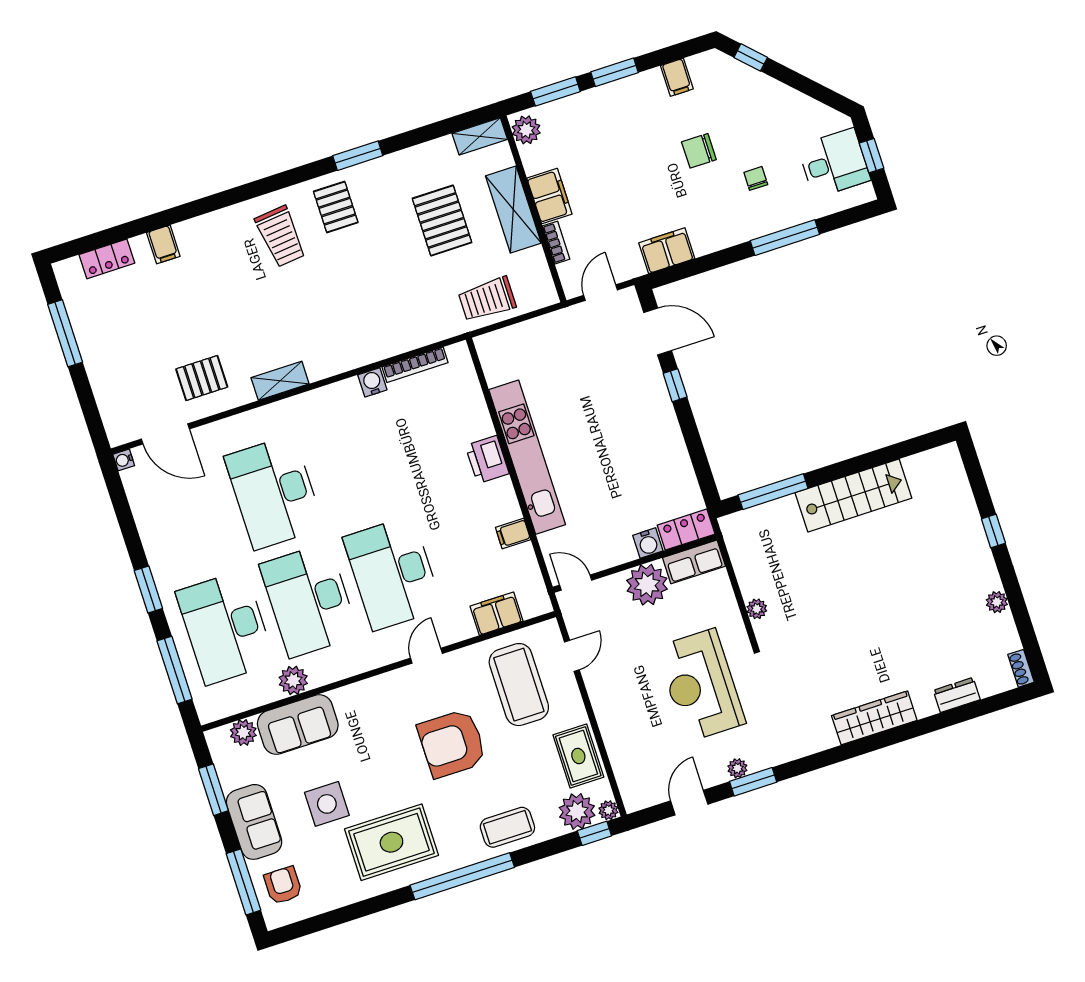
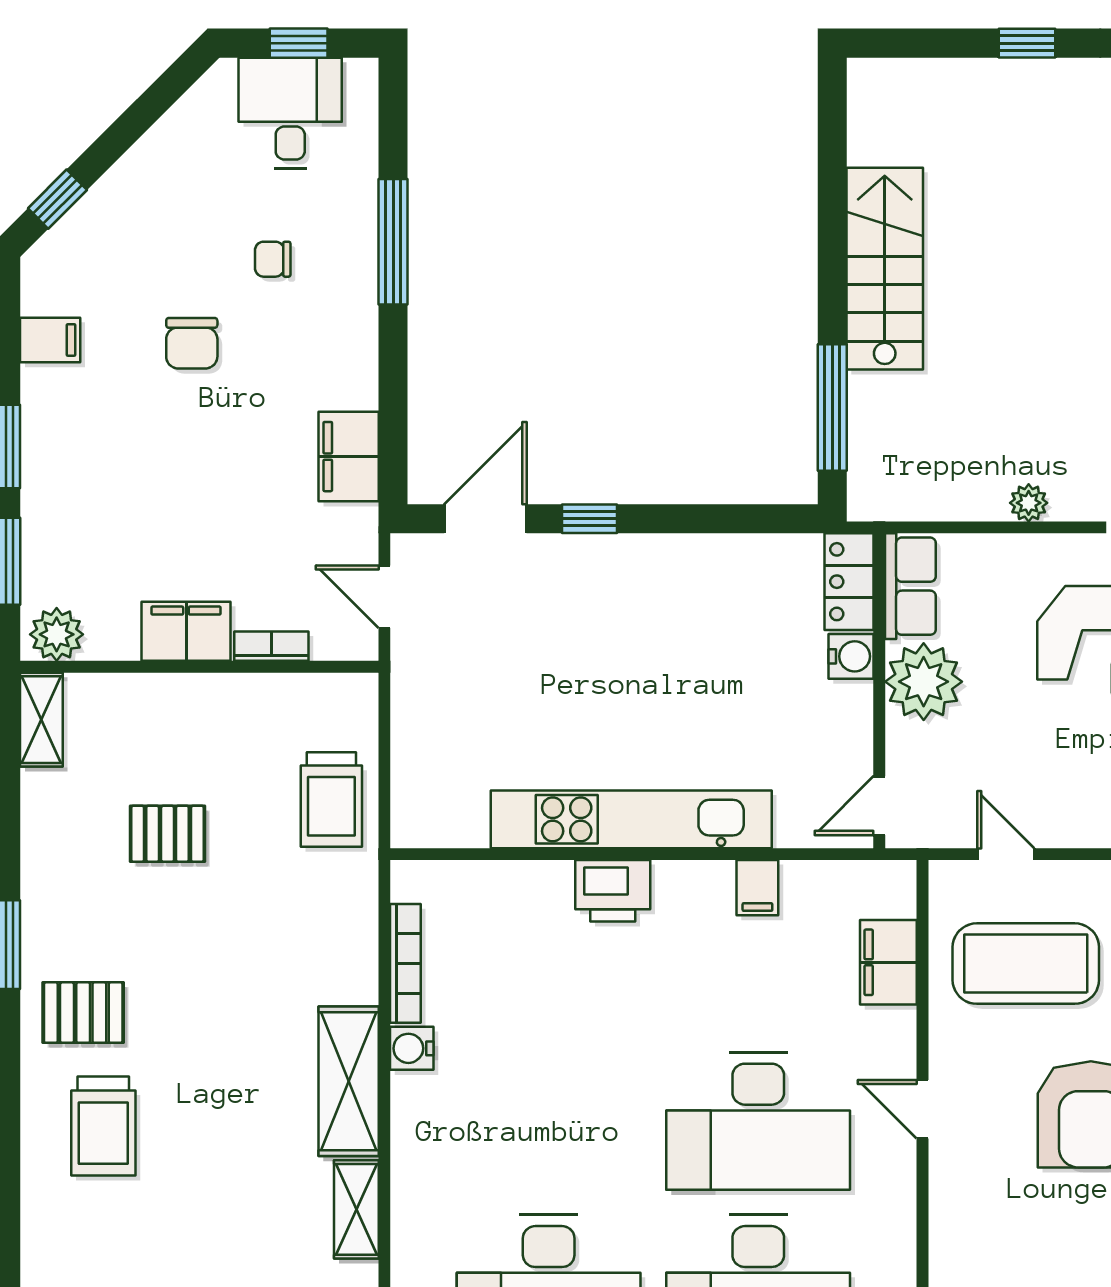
shelving: (513, 210) -> (349, 1081), moved, turned 90
pallet: (442, 220) -> (168, 834), width x0.67, depth x0.71
trolley: (281, 236) -> (103, 1126), turned 96

